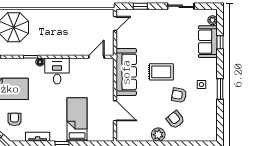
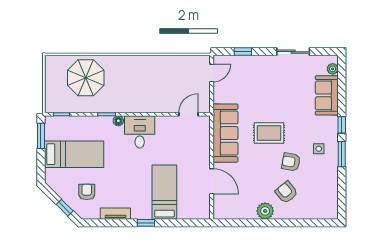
window: (220, 42) -> (342, 125), moved

